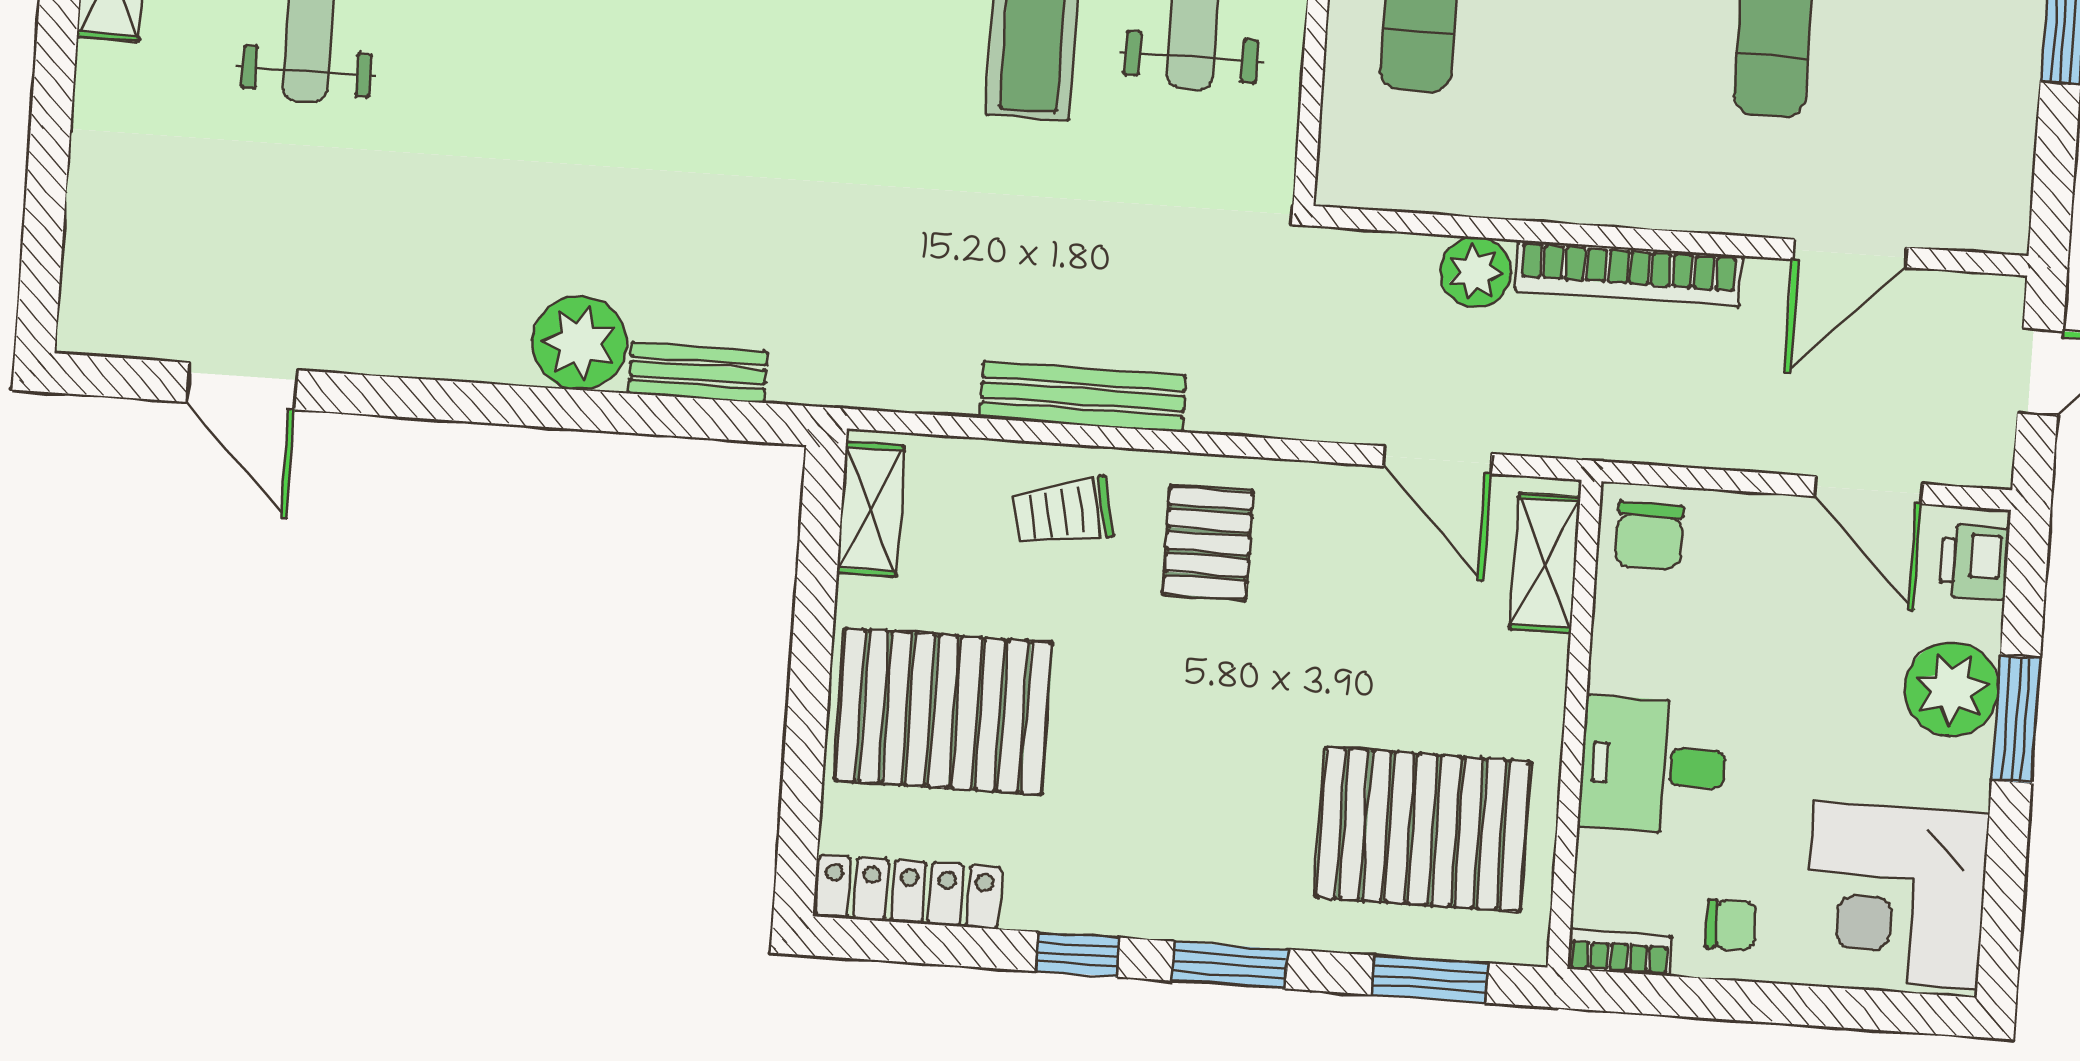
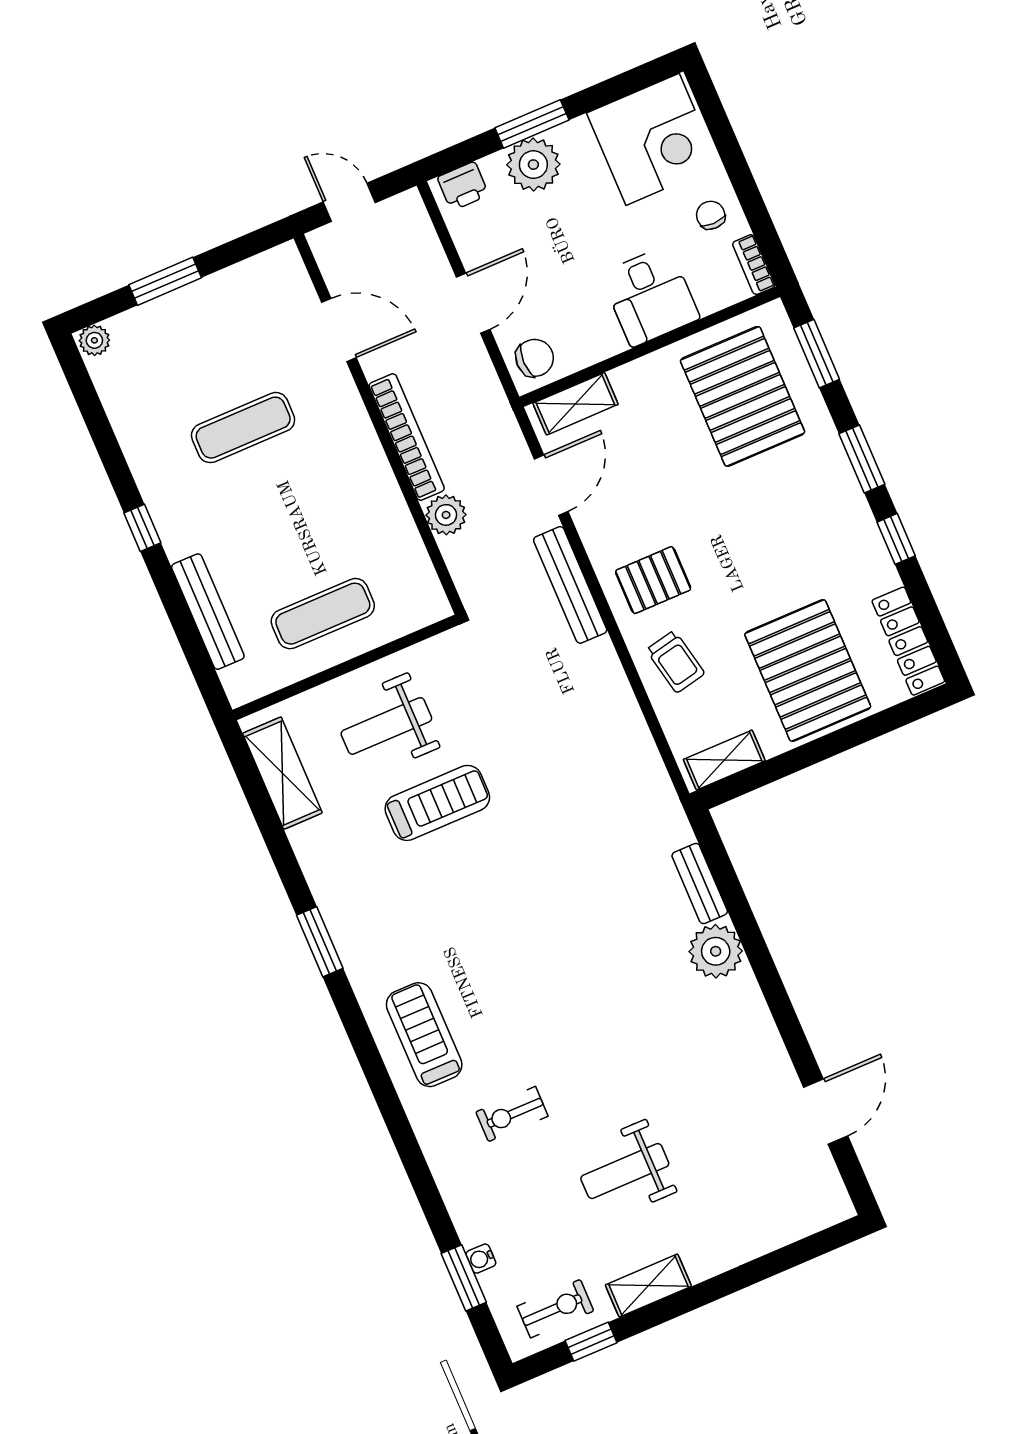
bench: (1083, 397) -> (570, 585), moved
door: (1869, 490) -> (473, 303), moved

